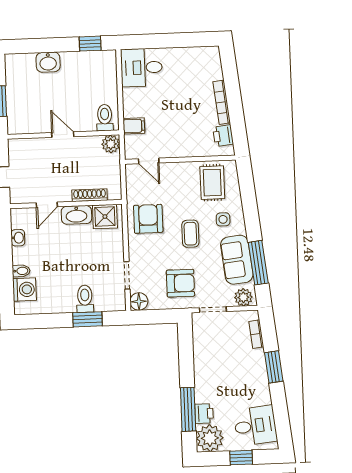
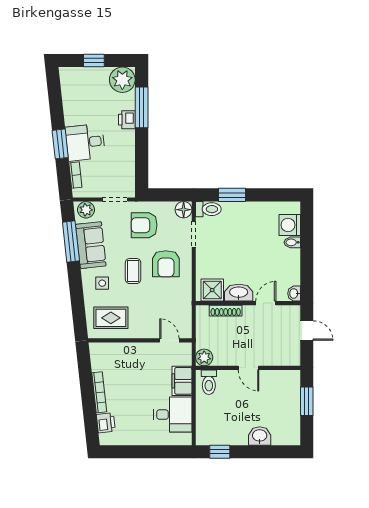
desk: (141, 67) -> (173, 415), moved
filing cabinet: (134, 126) -> (182, 381), width x2.00
printer: (223, 136) -> (106, 423), moved
rug: (212, 183) -> (111, 318), turned 90
armchair: (148, 219) -> (166, 264), moved
washbasin: (18, 238) -> (294, 293), moved
toilet: (85, 299) -> (208, 209), moved, turned -90
printer: (204, 413) -> (127, 120), moved
desk: (255, 426) -> (85, 142), moved

